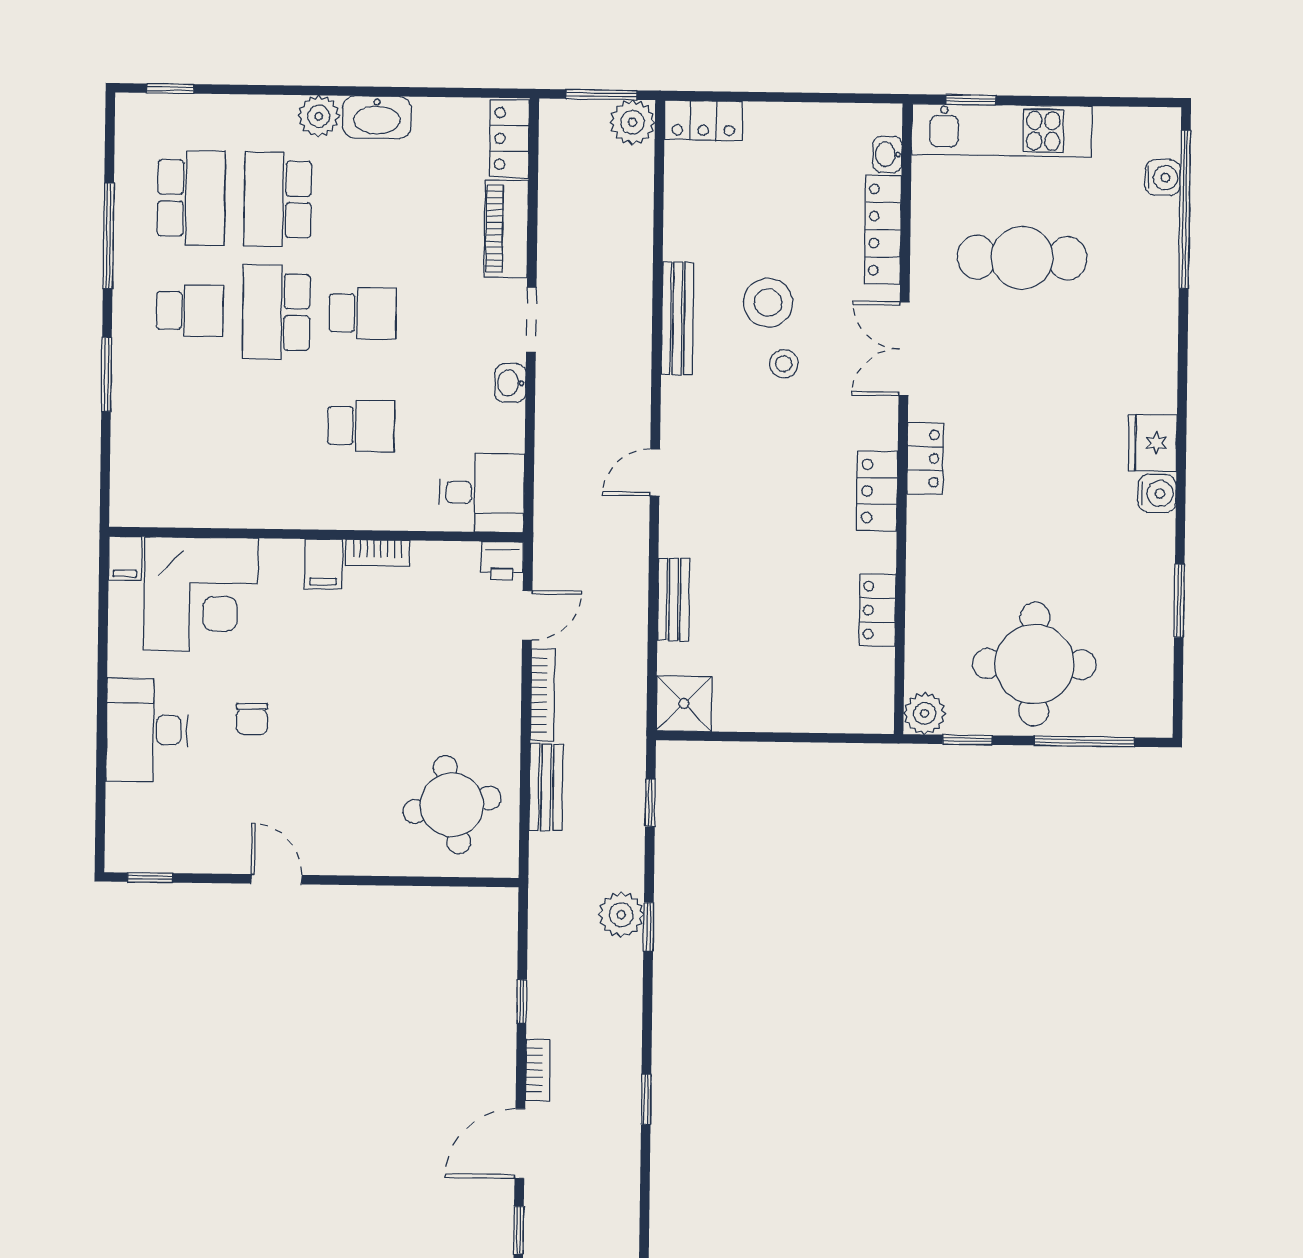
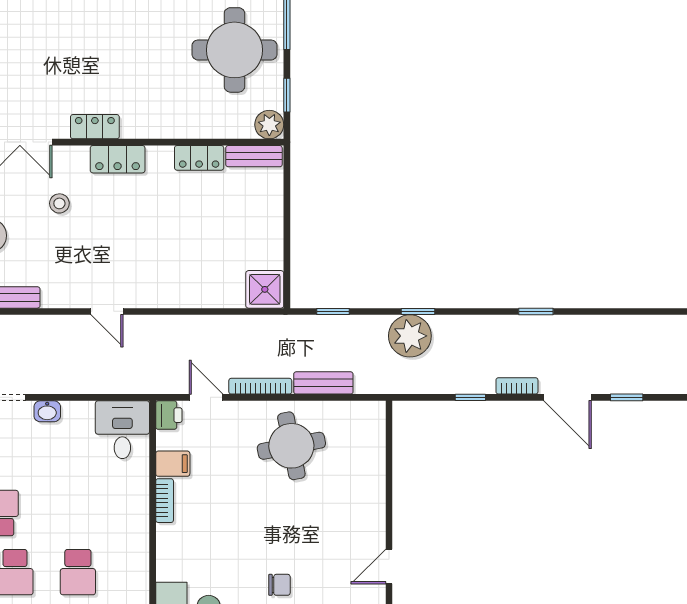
stool: (784, 364) -> (59, 203), moved
school desk: (361, 426) -> (78, 572), moved, turned 180
filing cabinet: (323, 564) -> (173, 464), moved
bench: (673, 599) -> (254, 156), moved
round table: (452, 805) -> (291, 446), moved
plant: (621, 915) -> (410, 336), width x1.36, depth x1.36

